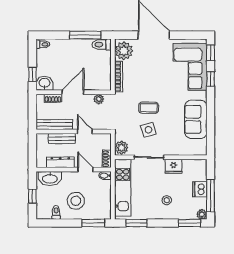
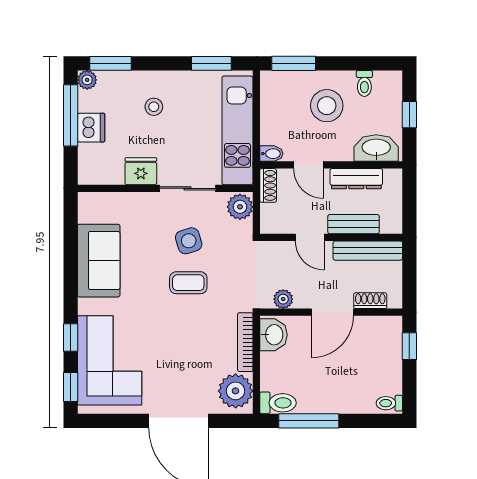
washbasin: (45, 83) -> (273, 335), moved, turned -90

